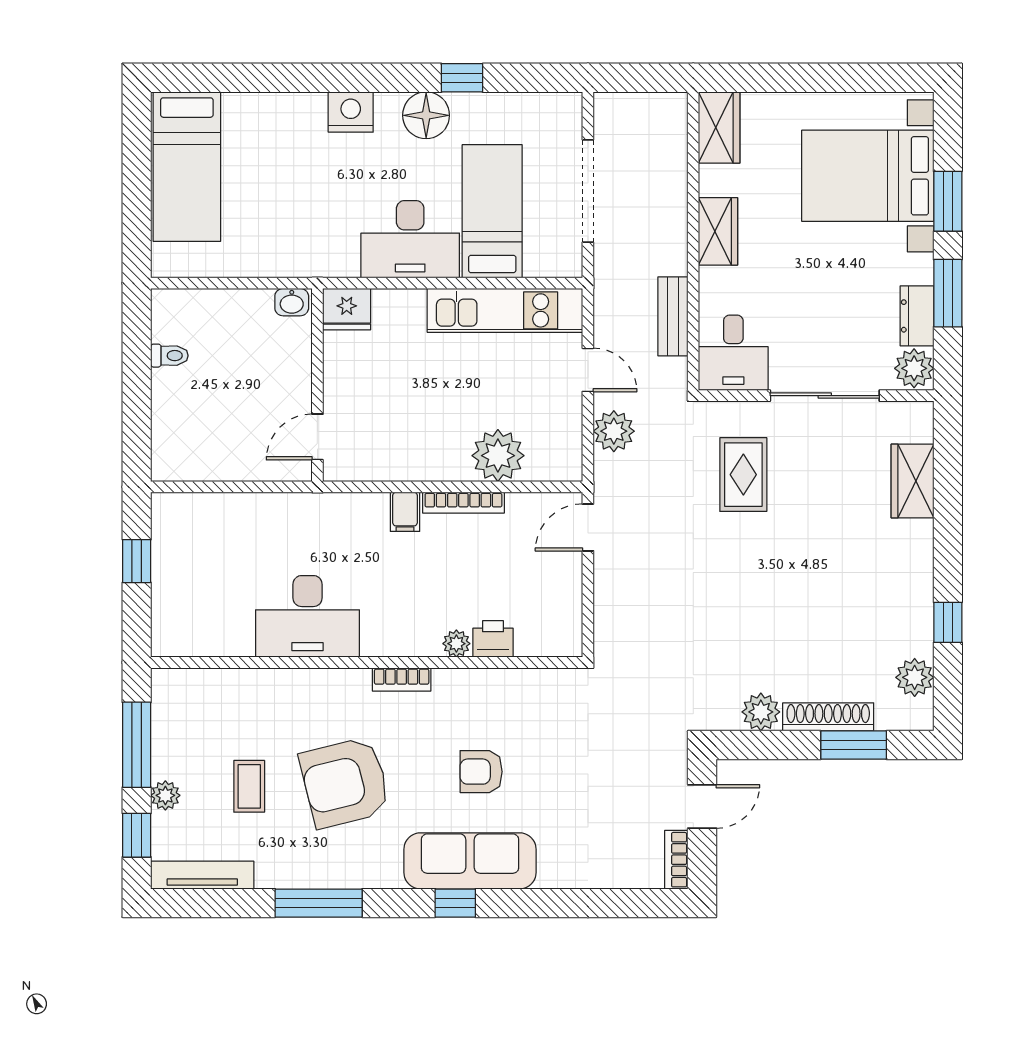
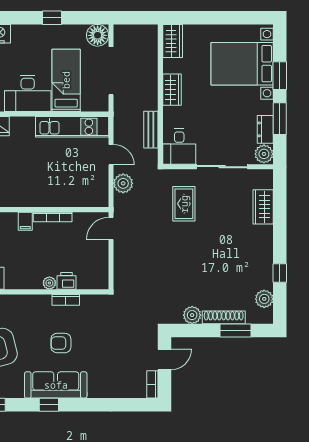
floor lamp: (426, 115) -> (98, 35), moved
plant: (498, 456) -> (69, 195), removed
bookcase: (402, 679) -> (66, 300), moved

